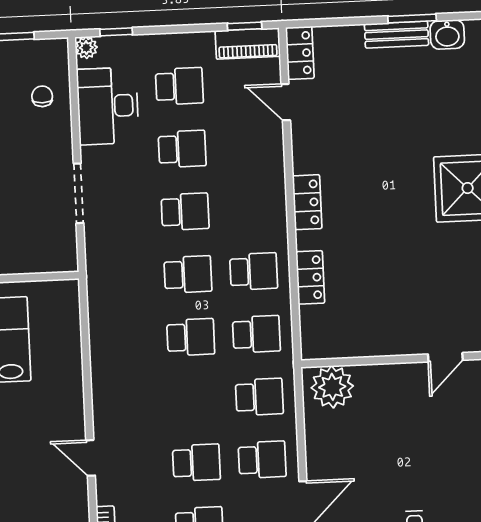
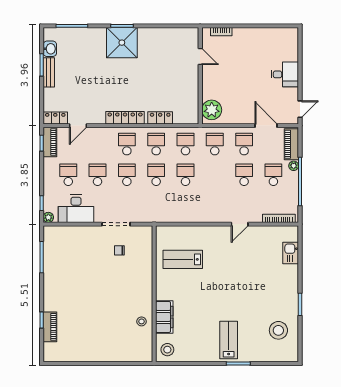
chair: (42, 96) -> (119, 250), moved
locker: (307, 202) -> (125, 118), width x1.53
school desk: (251, 209) -> (127, 144), added

